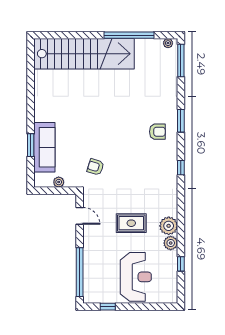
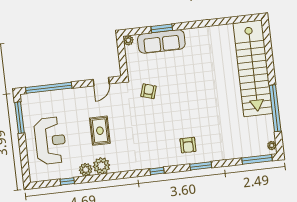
plant: (59, 182) -> (128, 40), moved
reception desk: (136, 277) -> (50, 141), turned -90
window: (108, 307) -> (19, 118), width x2.17

